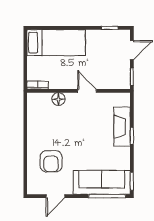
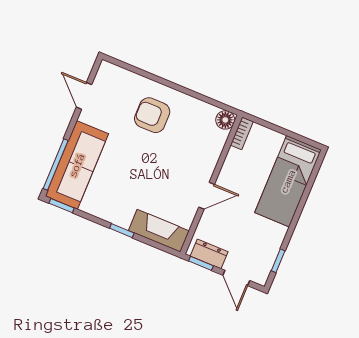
dresser: (124, 74) -> (209, 254), added
floor lamp: (58, 99) -> (225, 120), moved
fireplace: (122, 127) -> (159, 231), moved
armchair: (51, 161) -> (152, 115), moved

